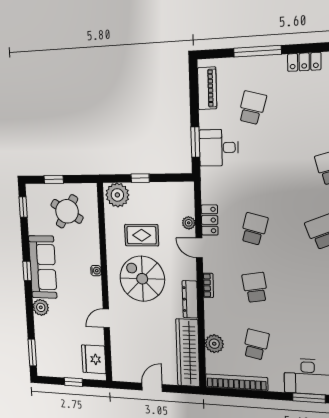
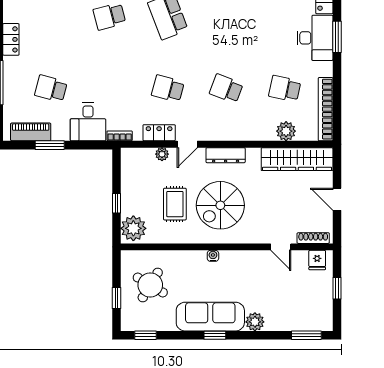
window: (195, 142) -> (50, 145), moved
bookcase: (208, 285) -> (120, 136), moved
school desk: (255, 287) -> (226, 89), turned 30
dresser: (190, 299) -> (226, 155), moved
door: (106, 318) -> (281, 247), moved
fridge: (94, 359) -> (317, 260), width x0.53, depth x0.75
shoe rack: (116, 363) -> (313, 238), added

